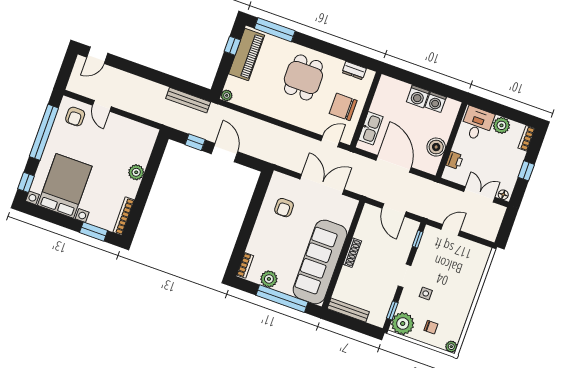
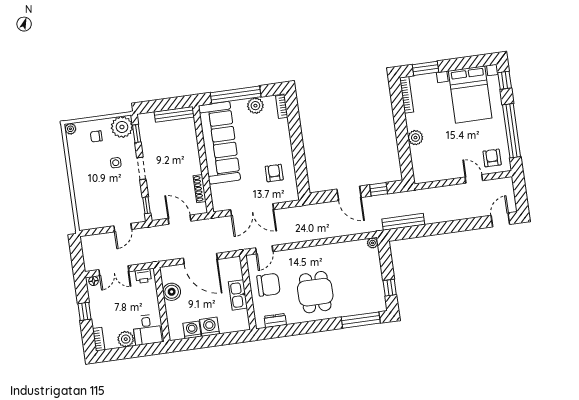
piano: (247, 55) -> (374, 287), removed
kitchen sink: (371, 128) -> (238, 295), moved
printer: (455, 160) -> (143, 276), moved, turned -90
shoe rack: (352, 253) -> (200, 189), moved

